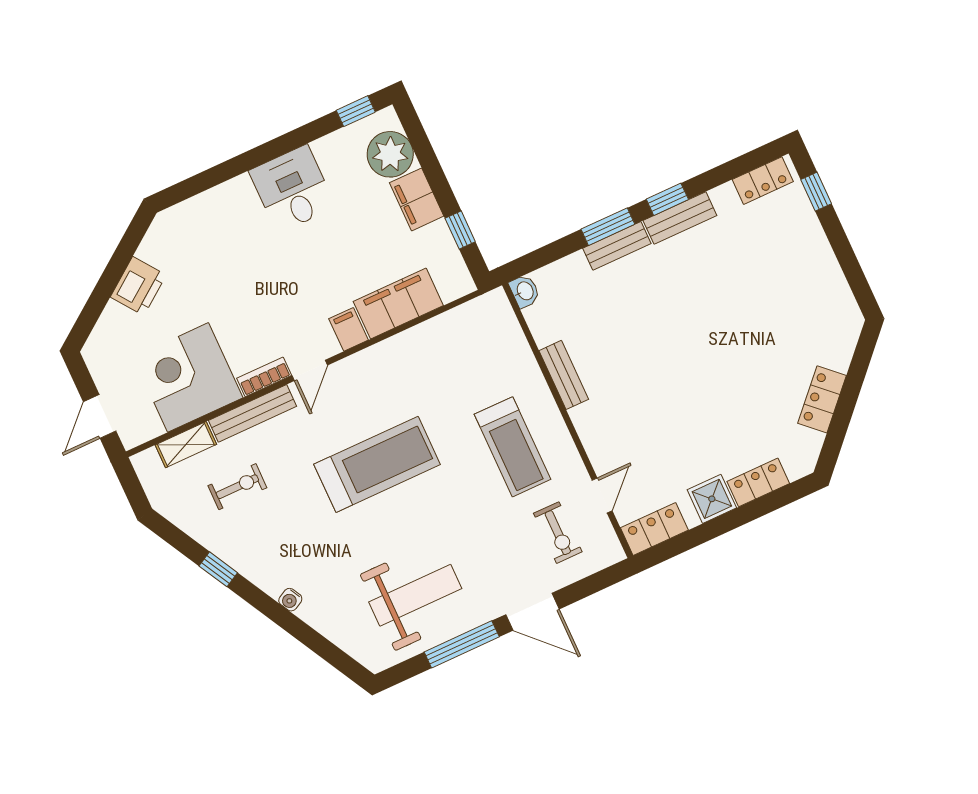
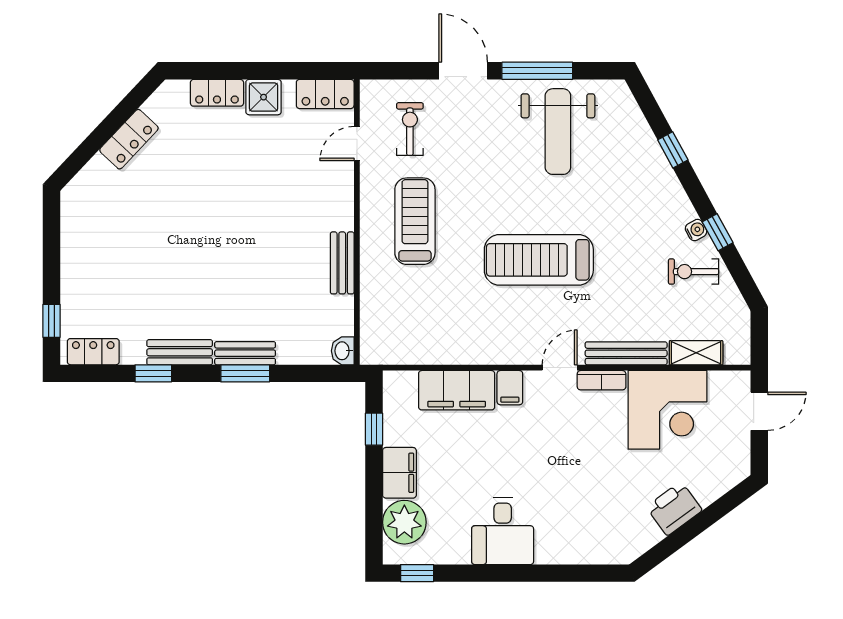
window: (667, 199) -> (153, 373), moved
exercise bike: (237, 487) -> (694, 272), moved
weight bench: (415, 595) -> (558, 132), turned -90
water cooler: (290, 600) -> (696, 230), moved
window: (297, 628) -> (673, 150), added

